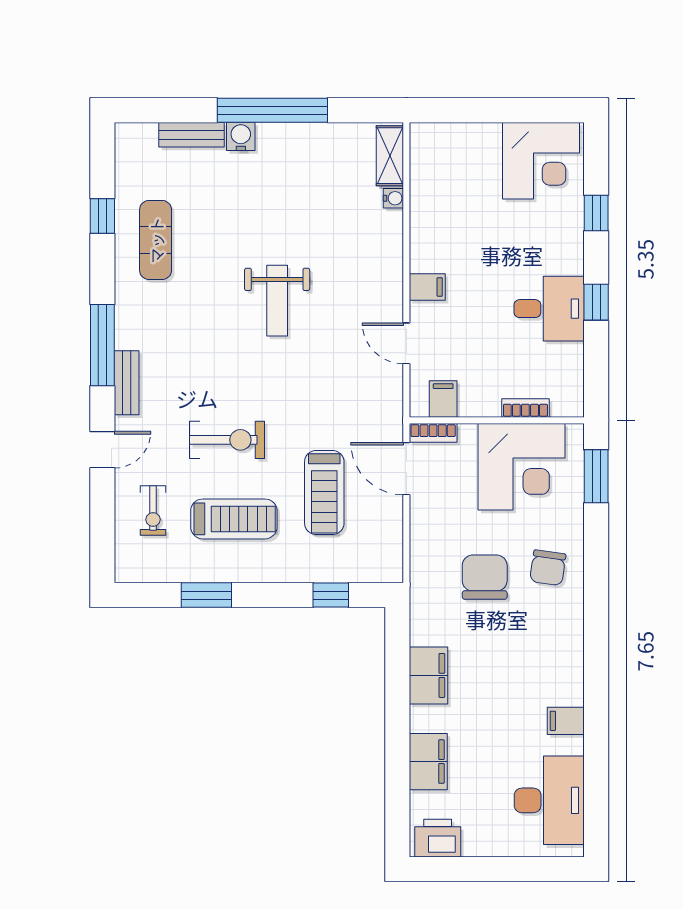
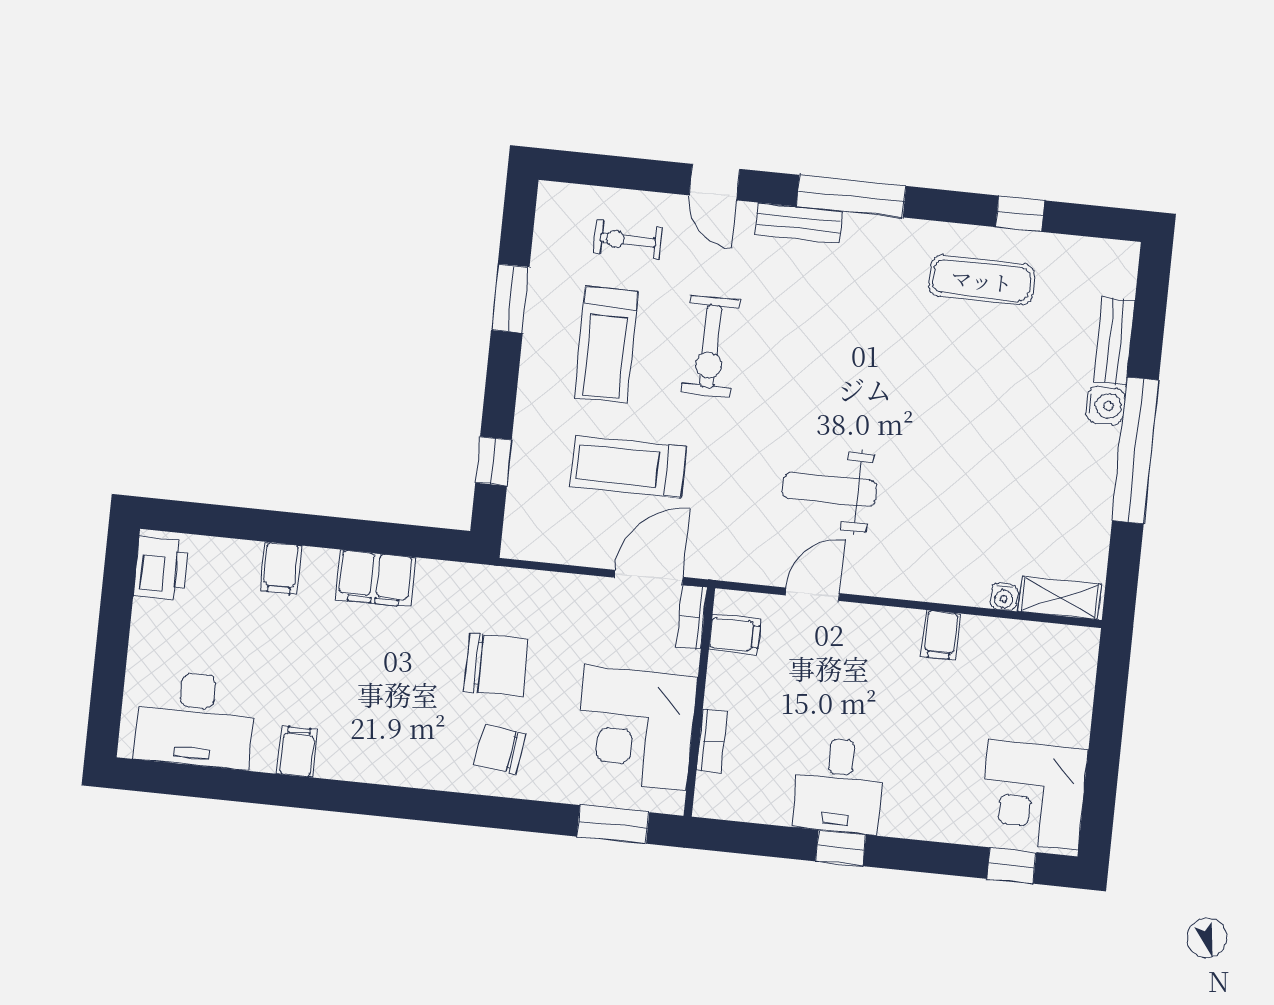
window: (596, 213) -> (1011, 866), moved
filing cabinet: (427, 287) -> (941, 635), moved
weight bench: (277, 301) -> (830, 489), moved
filing cabinet: (428, 762) -> (281, 568), width x0.50

